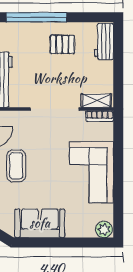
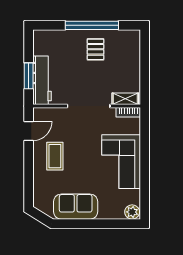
window: (37, 17) -> (92, 25), moved
workbench: (104, 41) -> (132, 47), removed
pallet: (62, 44) -> (95, 49), turned 90

